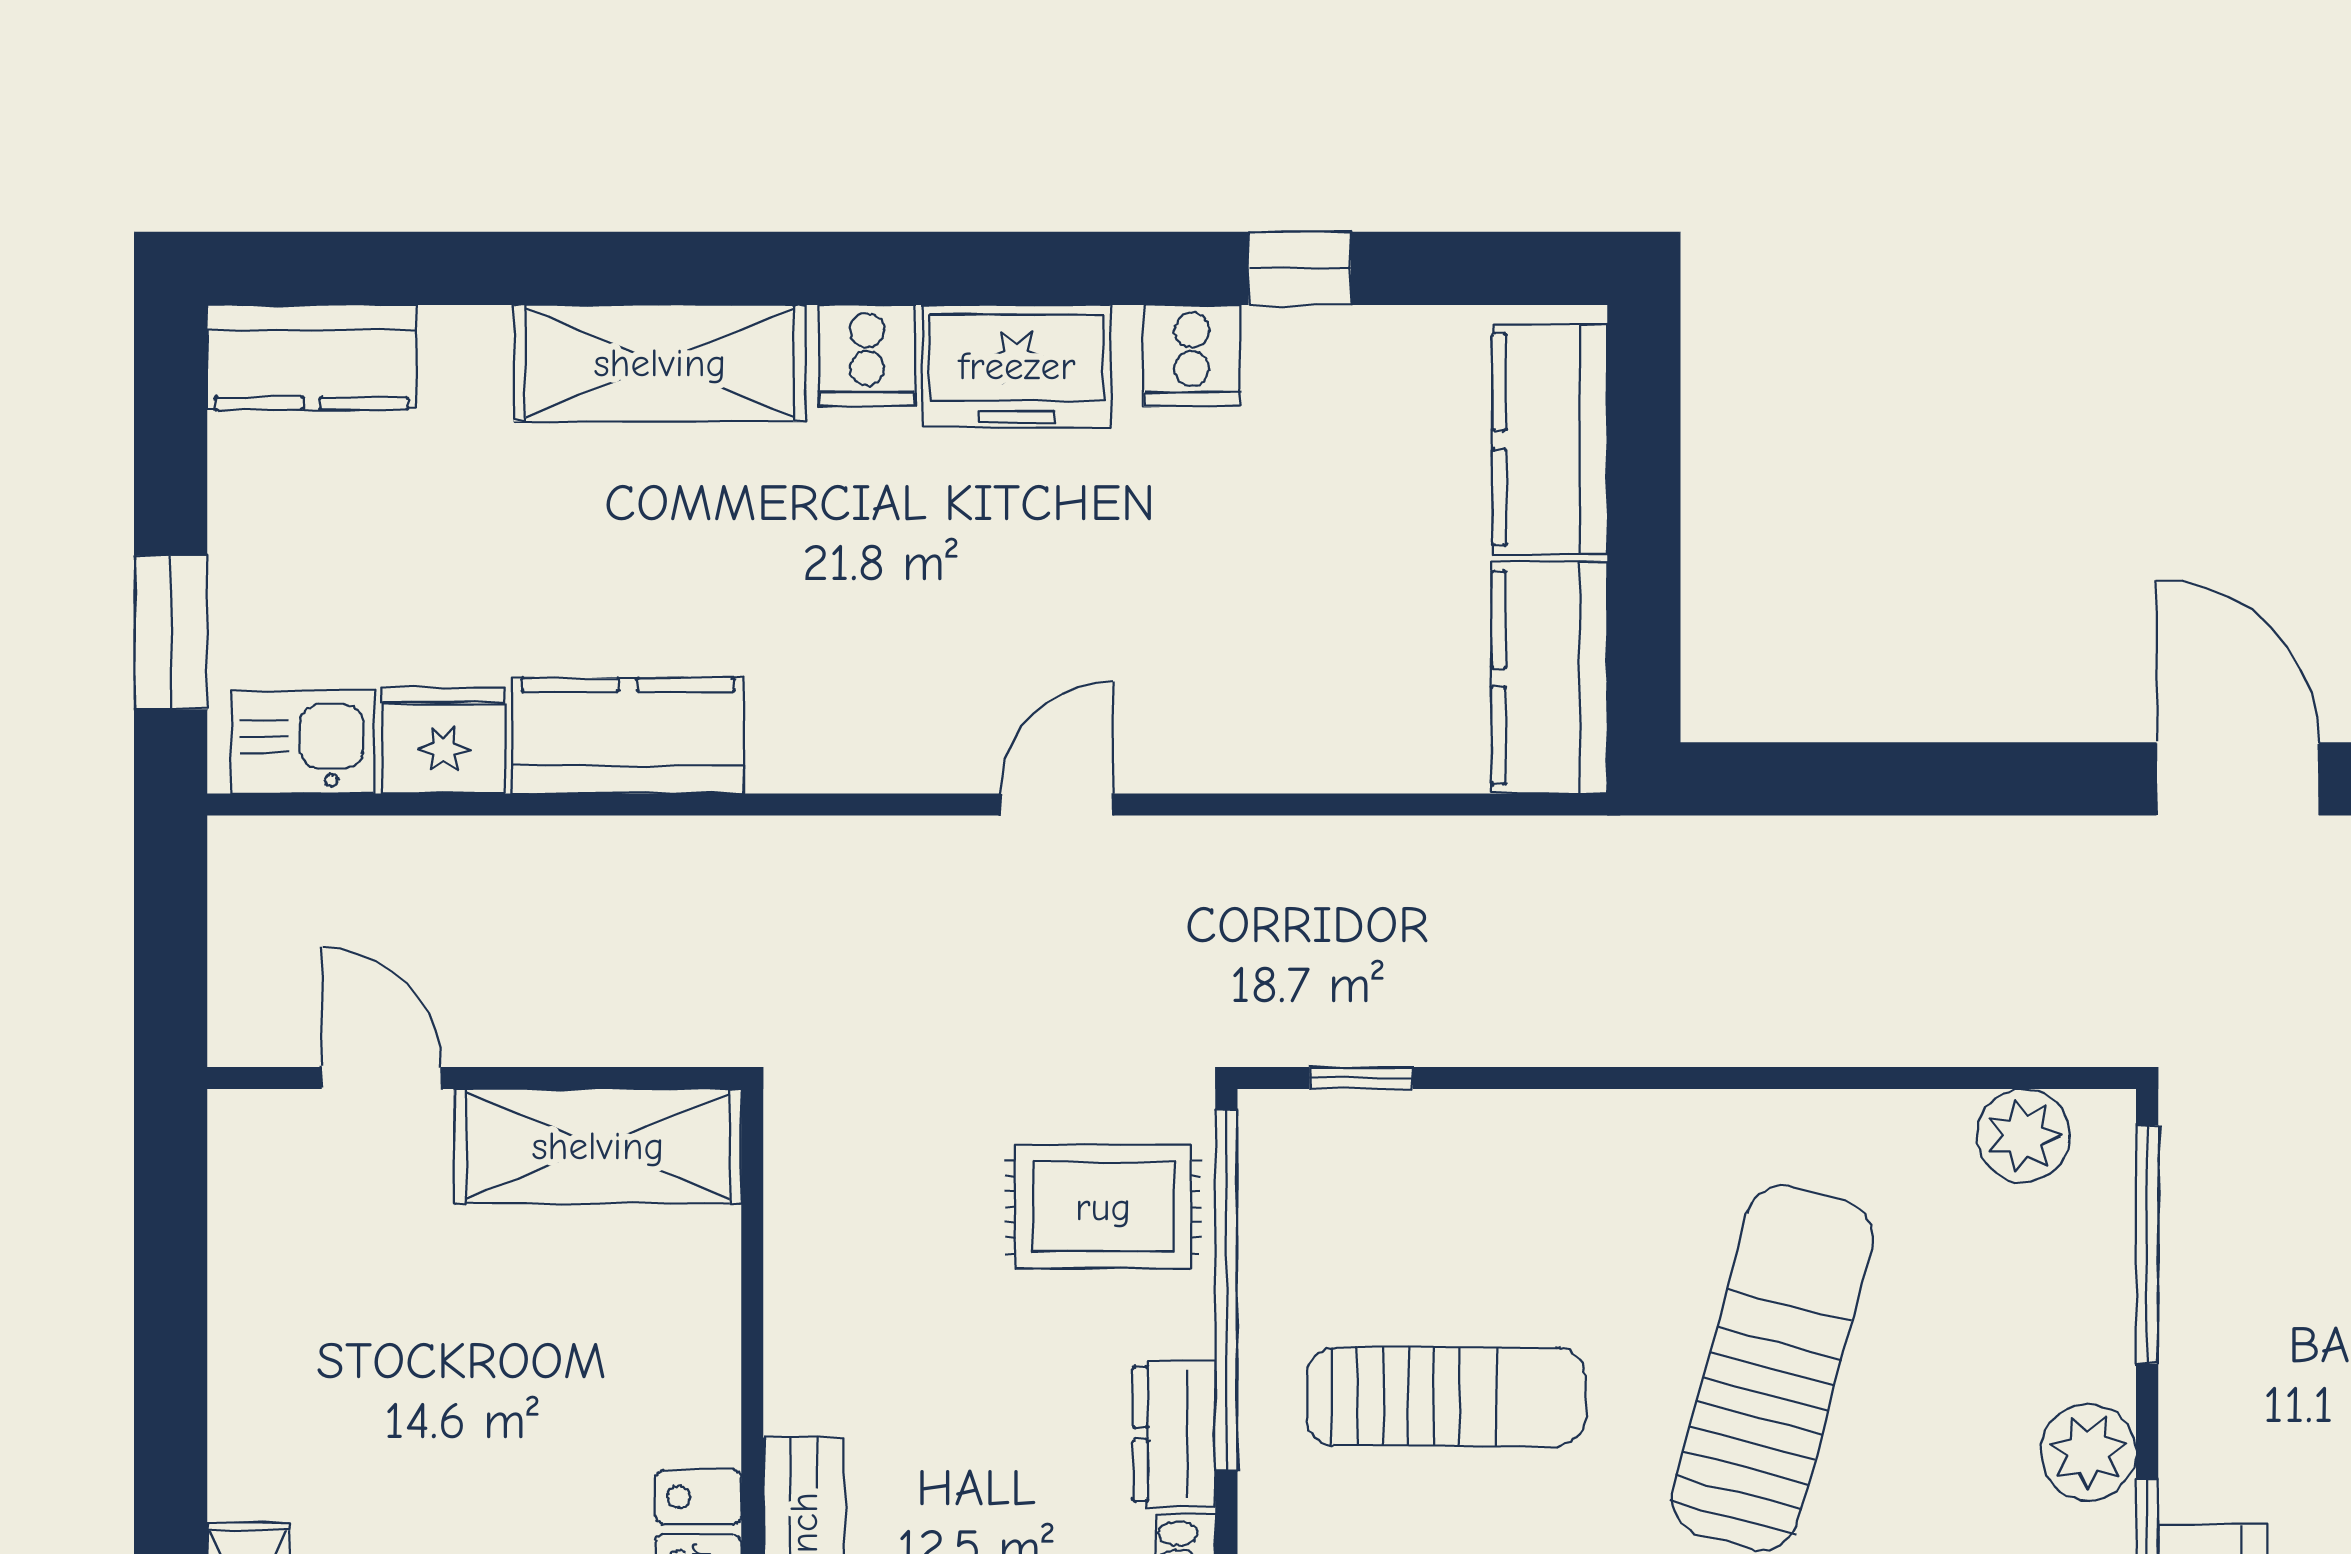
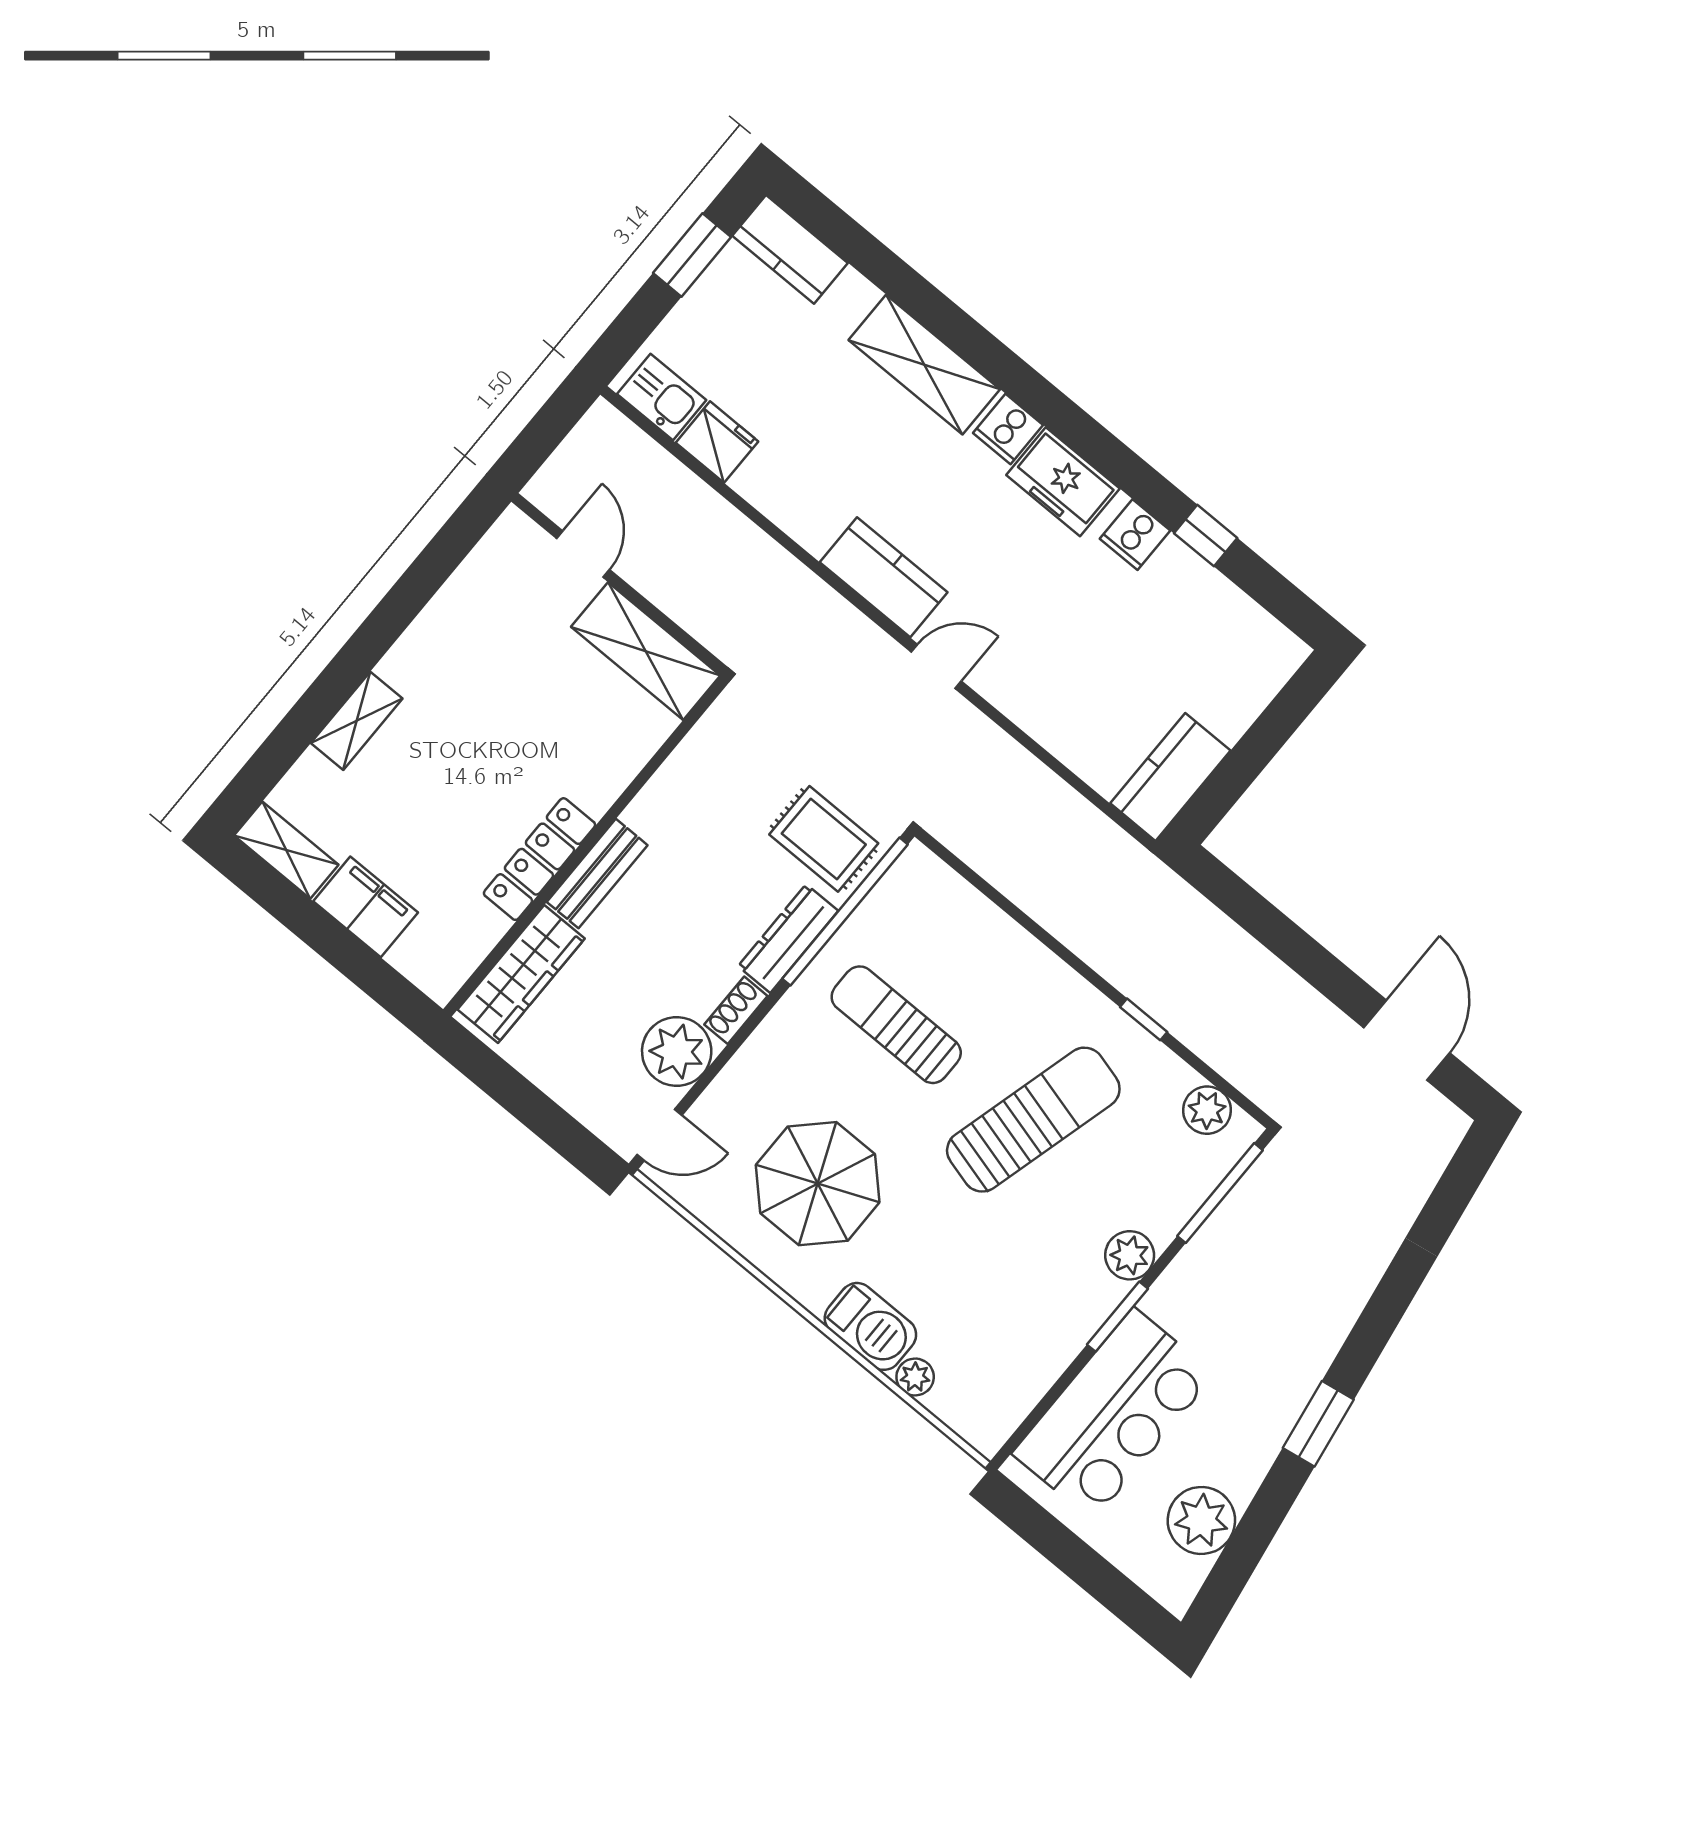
kitchen counter: (1550, 440) -> (1248, 684), removed
window: (171, 632) -> (692, 255), moved
kitchen counter: (628, 736) -> (884, 577), moved
window: (1361, 1078) -> (1144, 1019), moved
sun lounger: (1446, 1397) -> (896, 1025), turned 180
dresser: (1174, 1434) -> (788, 938), width x1.44

